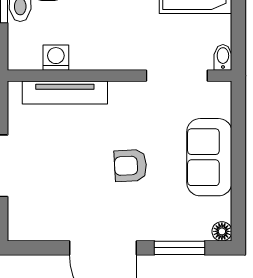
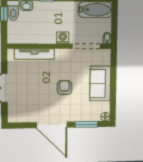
washing machine: (56, 58) -> (63, 38), moved
armchair: (130, 166) -> (65, 88), turned 93

